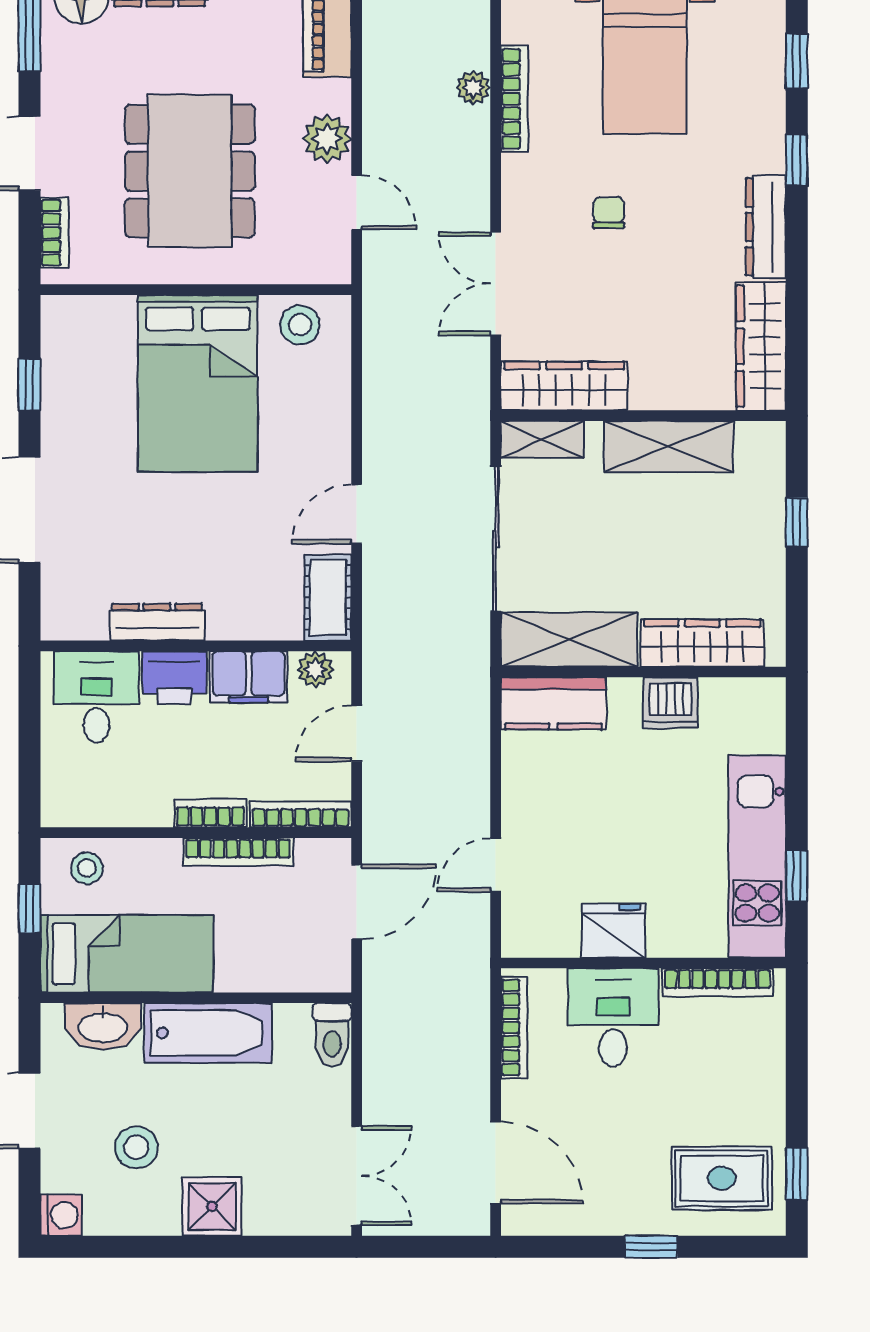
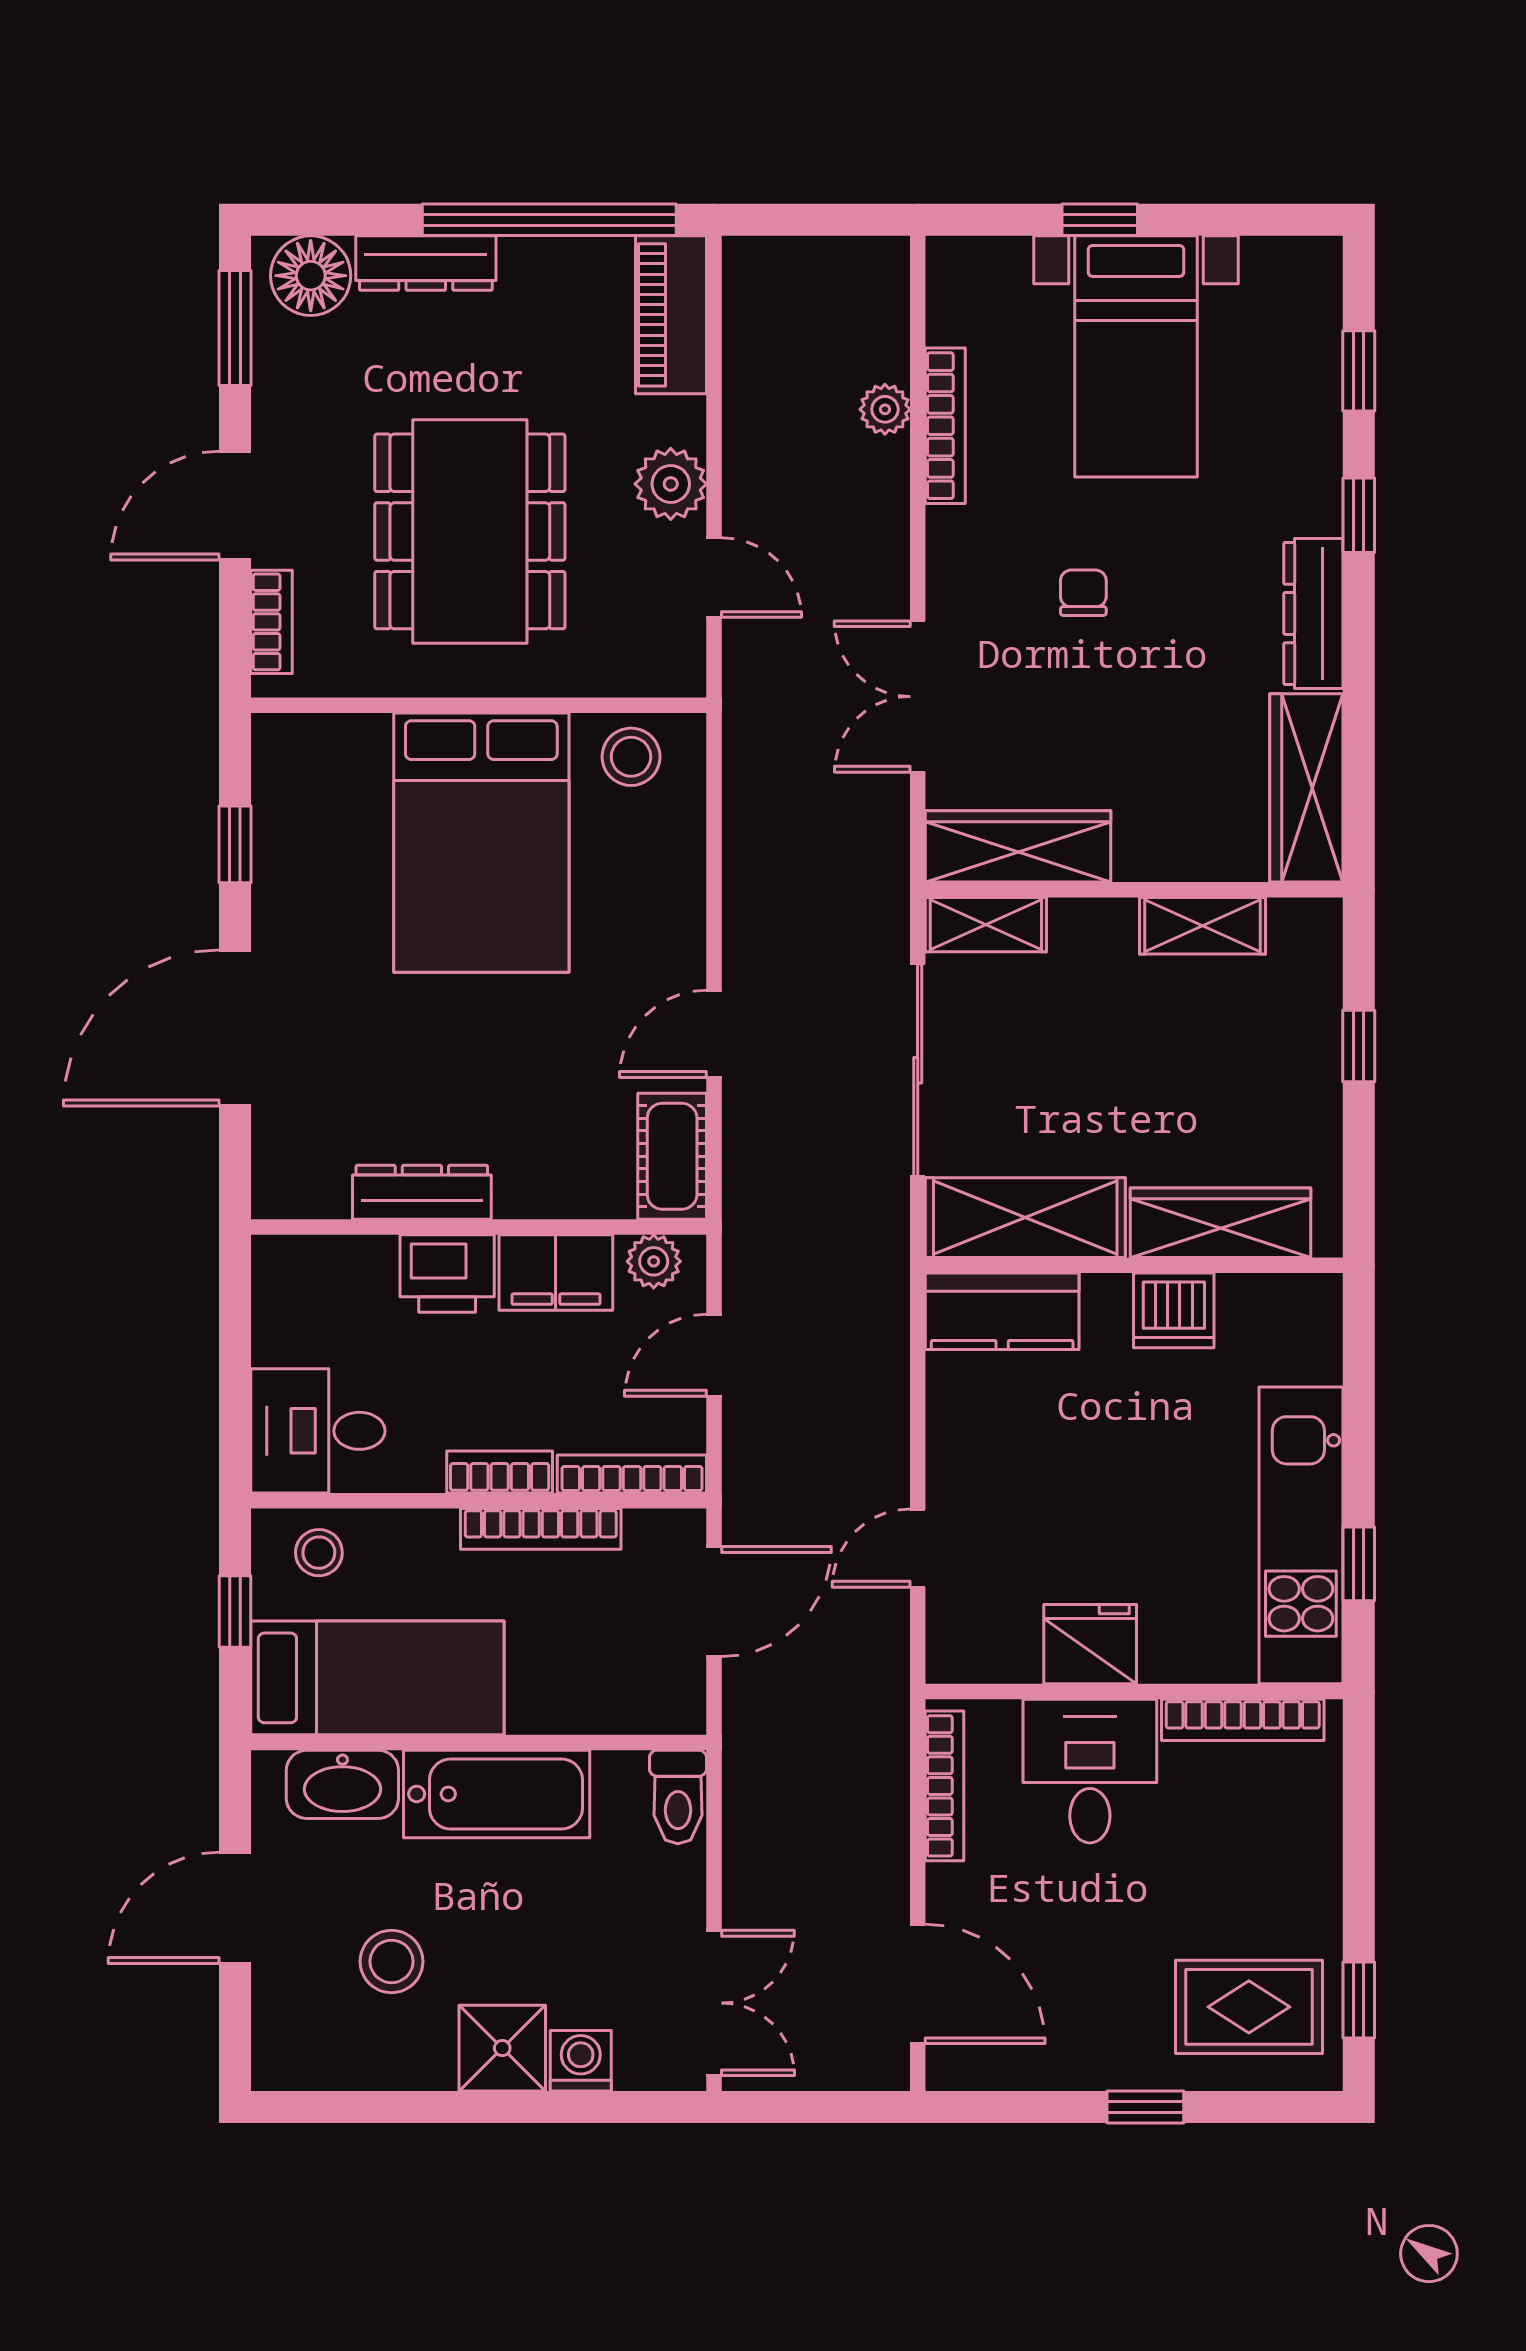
shelving: (669, 447) -> (1203, 926), width x0.67, depth x0.75
desk: (96, 697) -> (318, 1431), moved, turned -90
washing machine: (61, 1215) -> (581, 2061), moved, turned -90

